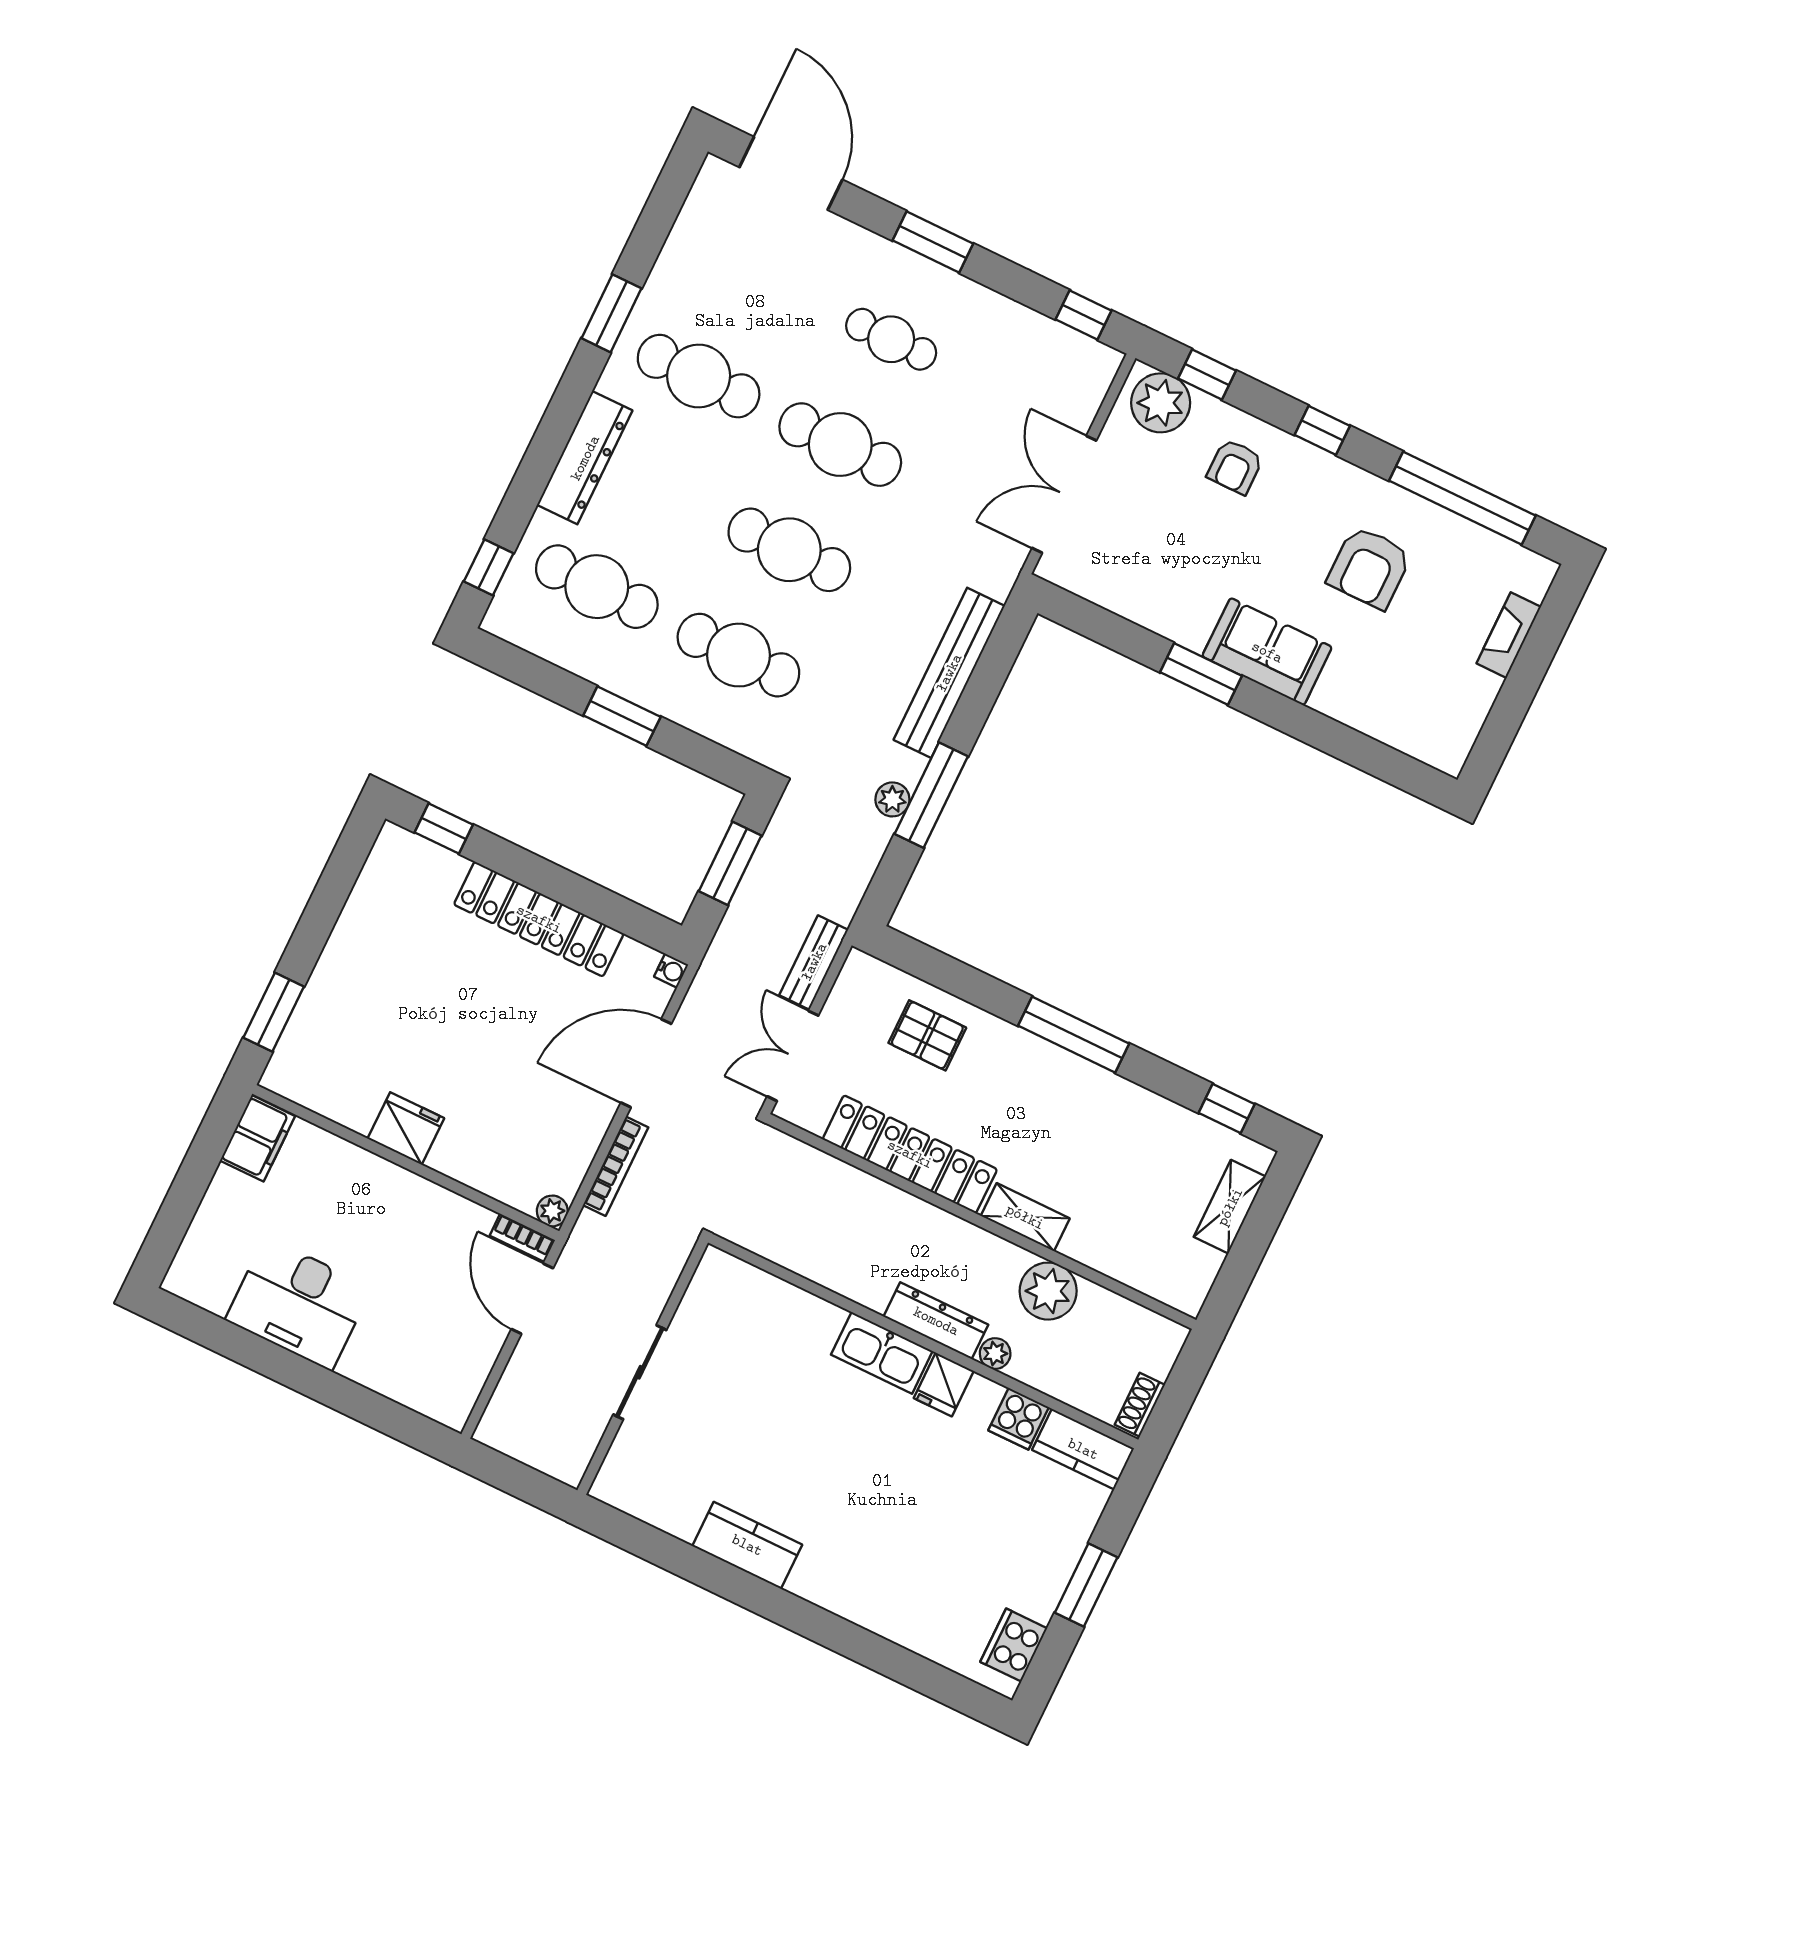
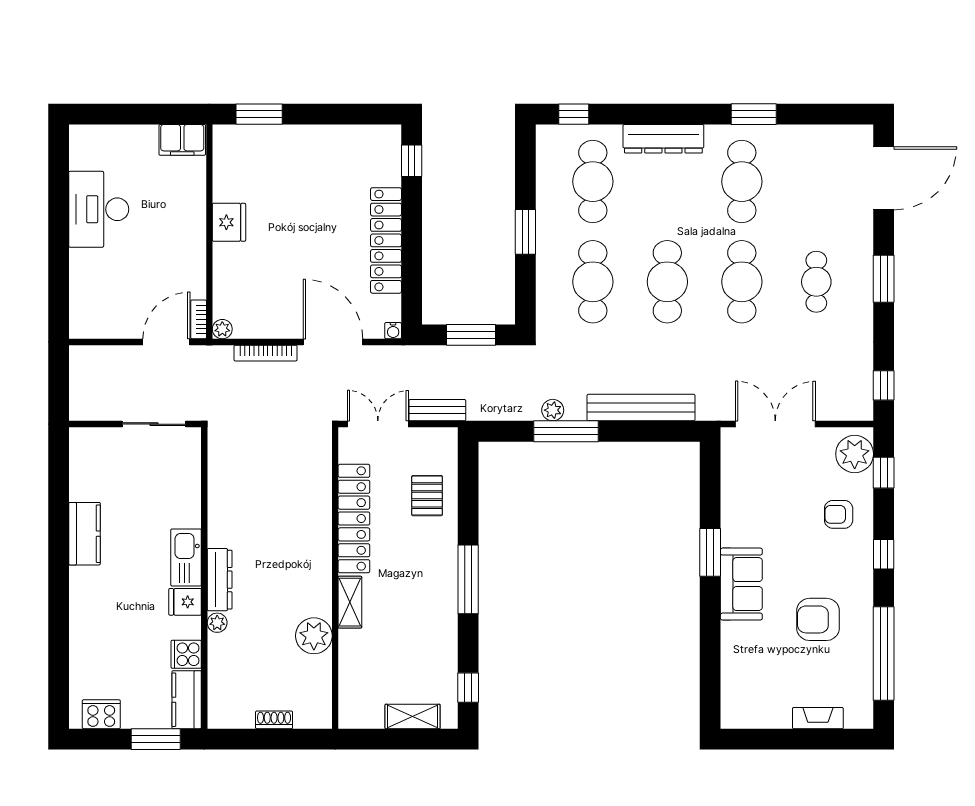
dresser: (936, 1321) -> (220, 580), moved
wall: (923, 1341) -> (204, 578), moved
kitchen sink: (882, 1353) -> (186, 557), moved
plant: (995, 1354) -> (217, 623), moved
fridge: (944, 1385) -> (185, 602), moved
cooker: (1019, 1419) -> (186, 654), moved
kitchen counter: (1083, 1449) -> (187, 700), moved

